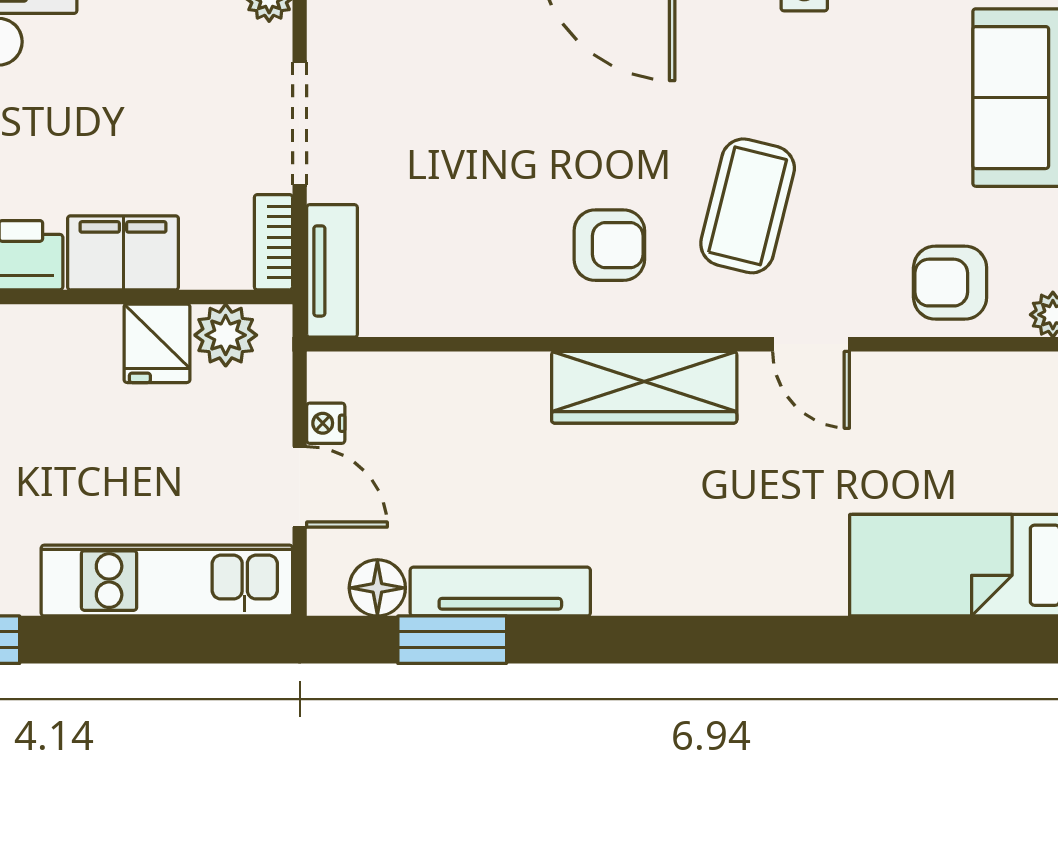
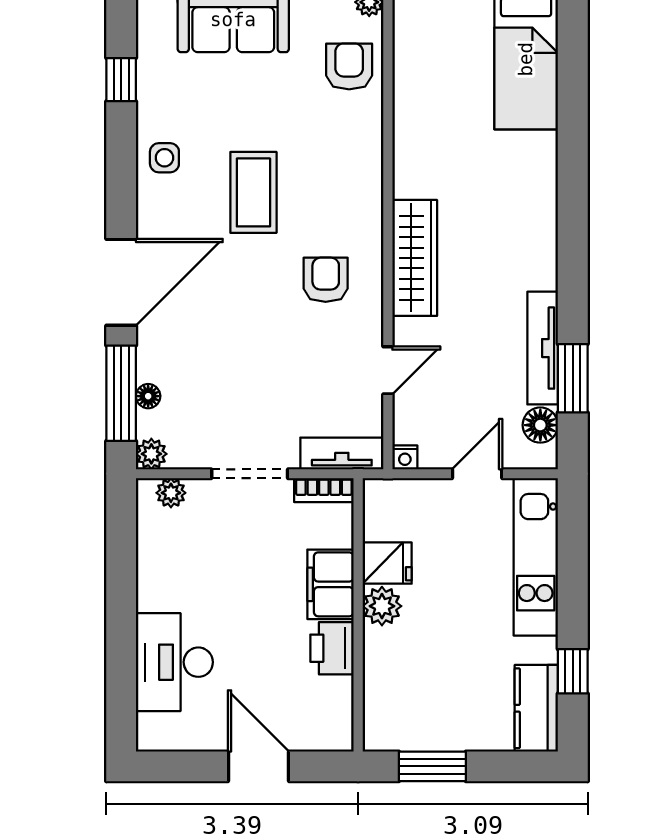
coffee table: (748, 206) -> (253, 192), moved, turned 76
armchair: (950, 283) -> (349, 66), turned 180
plant: (226, 335) -> (382, 606), moved
door: (811, 344) -> (388, 370), moved
nightstand: (326, 423) -> (405, 457), moved

